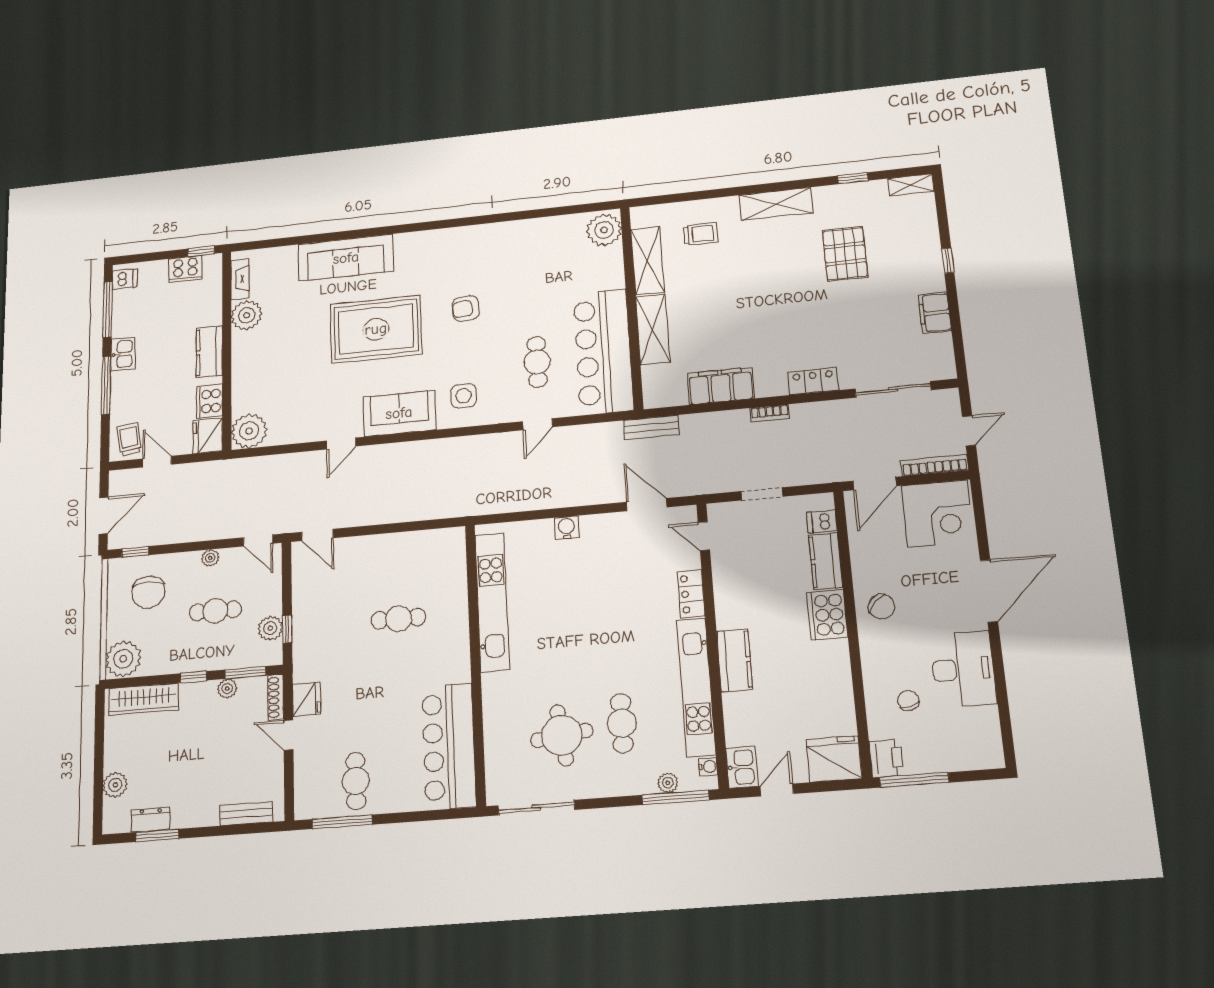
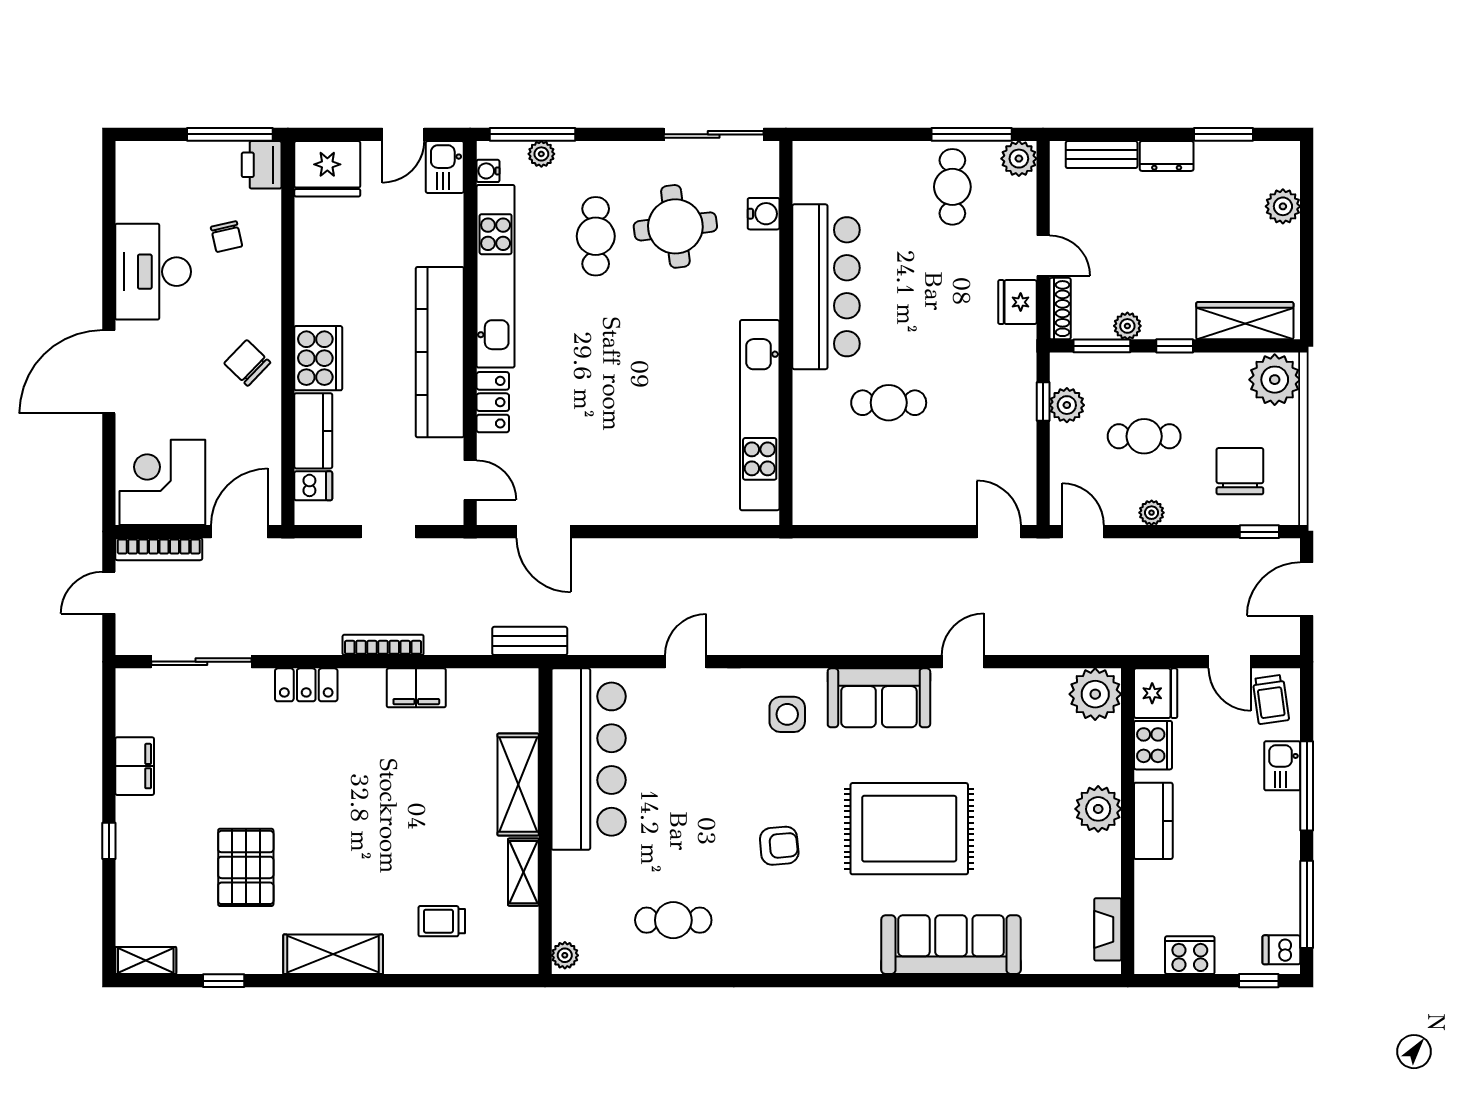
plant: (604, 230) -> (565, 955), width x0.53, depth x0.53
window: (201, 251) -> (1259, 981), moved
shelving: (648, 261) -> (523, 872), width x0.67, depth x0.75
plant: (247, 315) -> (1098, 809), moved
kitchen sink: (123, 354) -> (1282, 766), moved
cafe table: (537, 362) -> (673, 920), moved, turned 90
filing cabinet: (721, 386) -> (416, 688), width x0.67, depth x0.86
bookcase: (770, 413) -> (383, 645), width x1.56
water cooler: (567, 528) -> (764, 214), moved, turned -90
kitchen counter: (734, 660) -> (440, 352), width x2.08, depth x1.17
bar counter: (449, 746) -> (826, 287), moved
plant: (307, 806) -> (1019, 159), added
dresser: (151, 820) -> (1167, 156), moved

